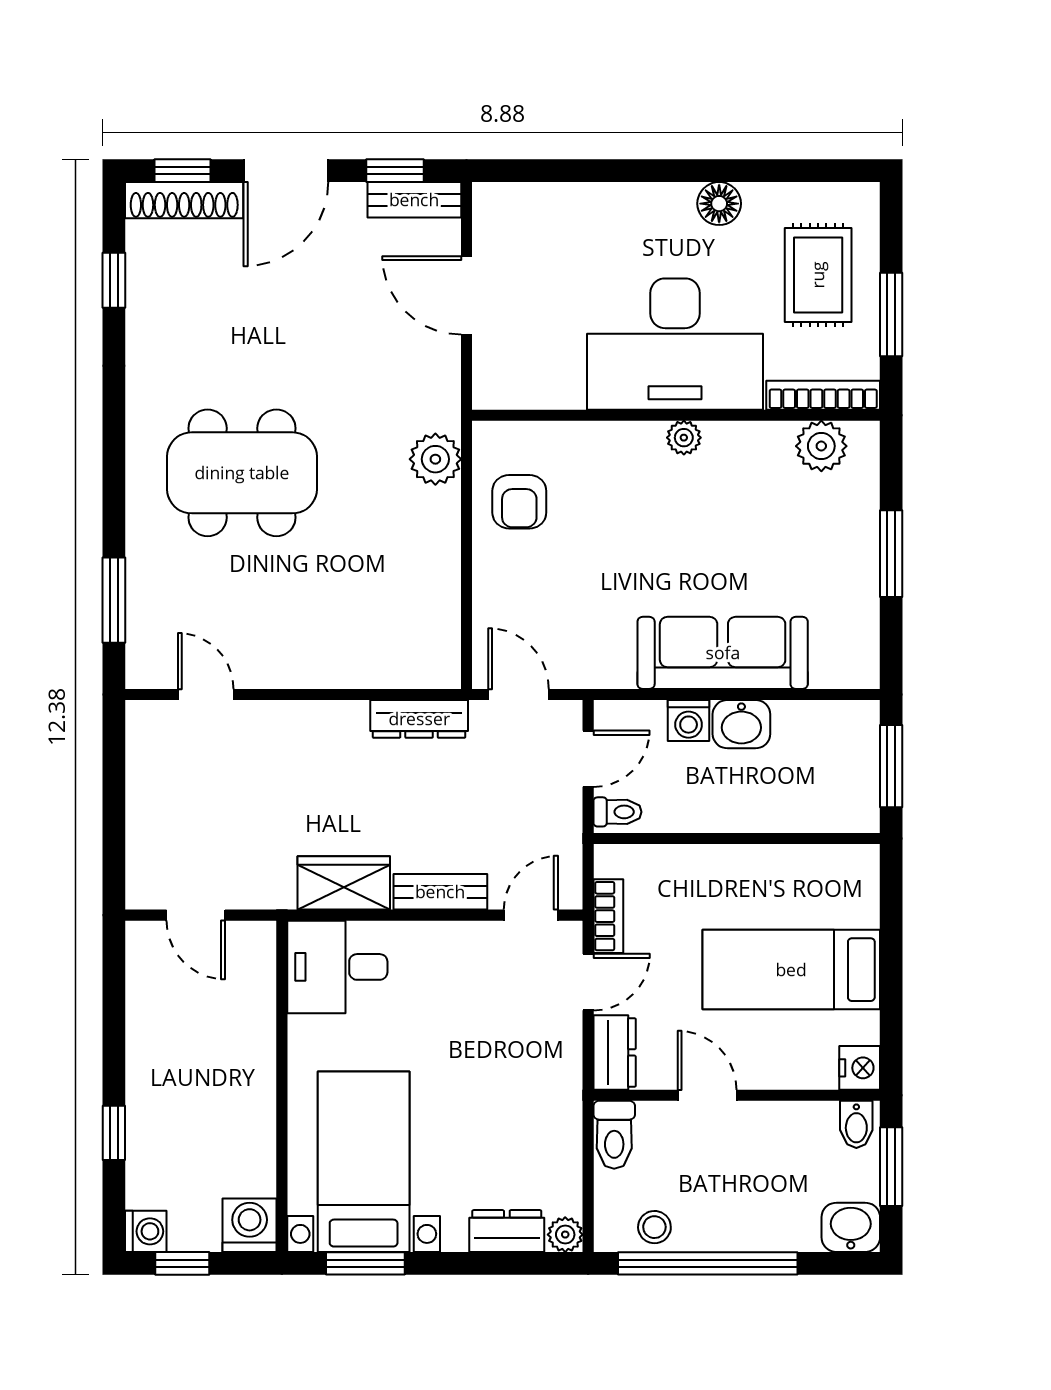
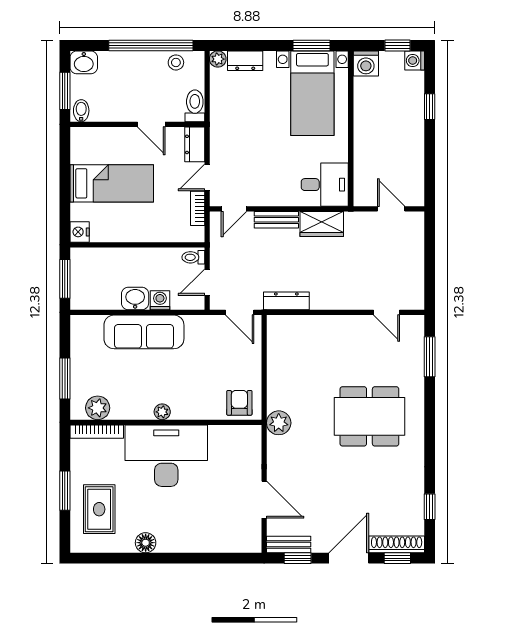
desk: (675, 344) -> (166, 456), moved
bookcase: (823, 395) -> (97, 432), moved
wall: (676, 415) -> (166, 422), moved
plant: (684, 438) -> (162, 412), moved
plant: (821, 446) -> (98, 408), moved
nightstand: (860, 1068) -> (80, 232), moved

